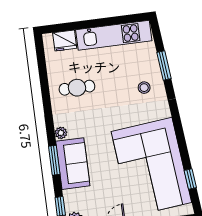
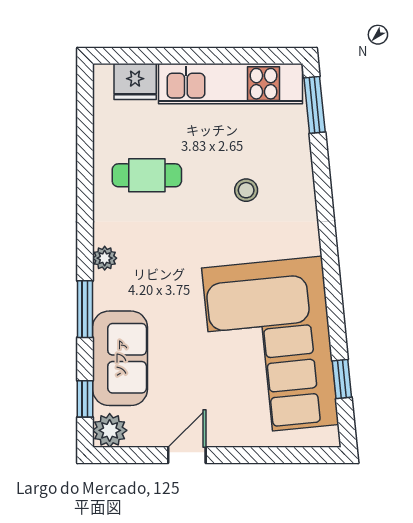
window: (164, 65) -> (315, 105), moved
stool: (144, 88) -> (246, 190), moved
sofa: (73, 164) -> (120, 358), moved

